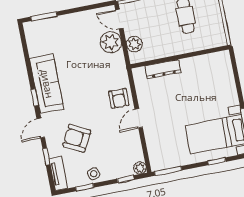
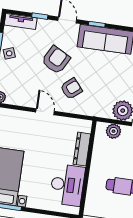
desk: (203, 71) -> (67, 185), added
armchair: (119, 98) -> (71, 89), moved, turned 140
armchair: (77, 138) -> (56, 60), moved

